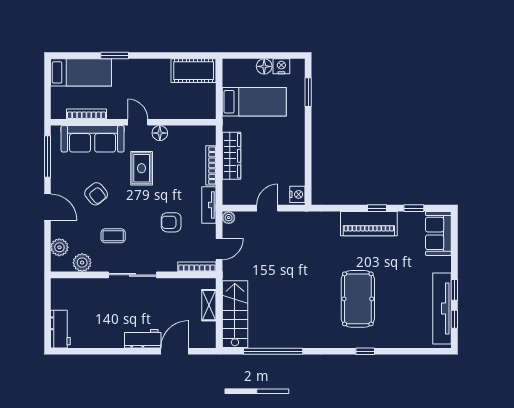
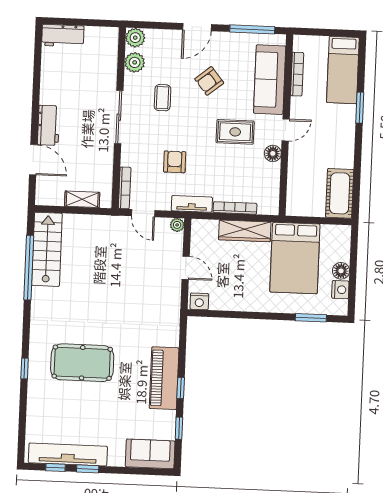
bed: (254, 102) -> (295, 258), width x1.50
plant: (59, 247) -> (135, 38), moved
stairs: (235, 314) -> (47, 249), moved, turned -90

